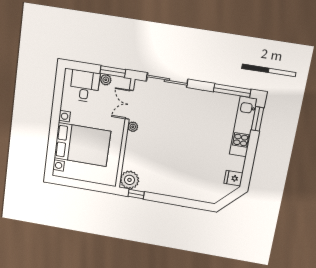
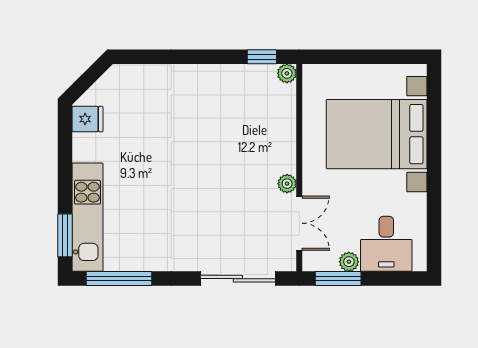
plant: (129, 180) -> (287, 73), width x0.53, depth x0.53

